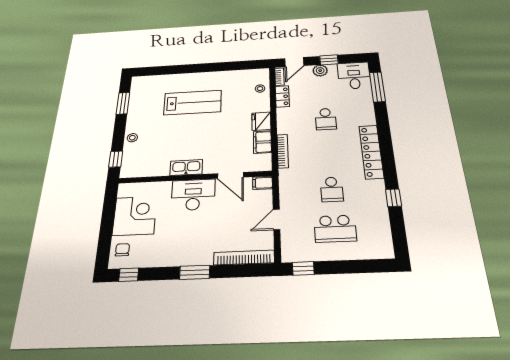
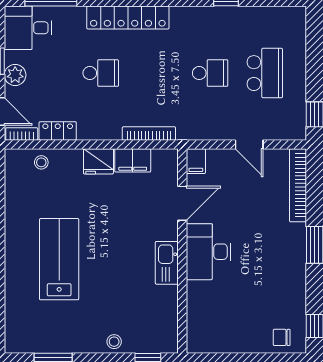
locker: (371, 152) -> (128, 17), moved
corner desk: (135, 216) -> (235, 326), removed

